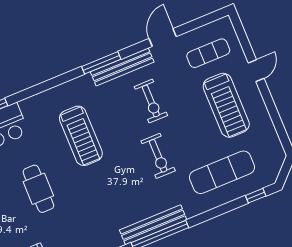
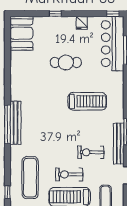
treadmill: (81, 136) -> (87, 101), turned 180
exercise bike: (158, 156) -> (69, 174), moved

